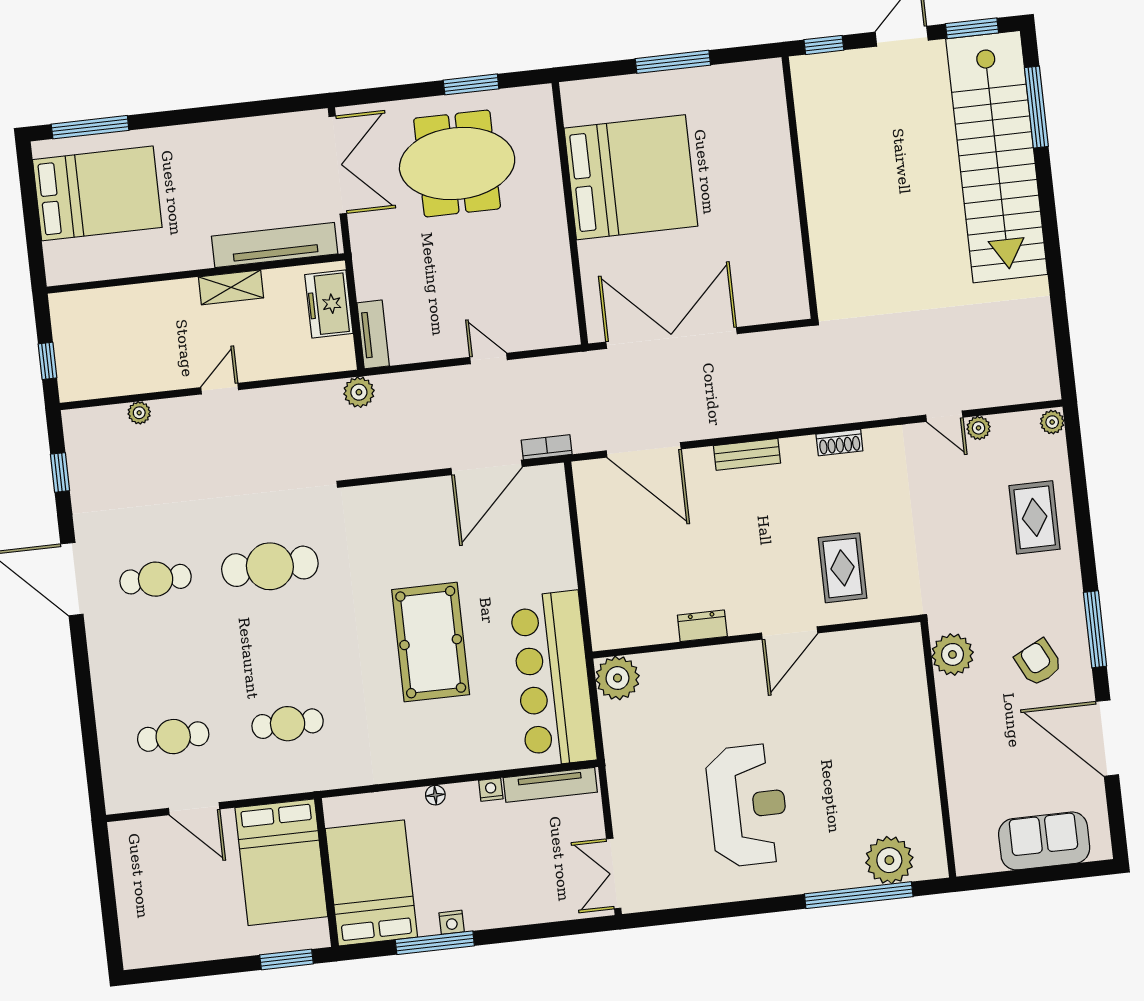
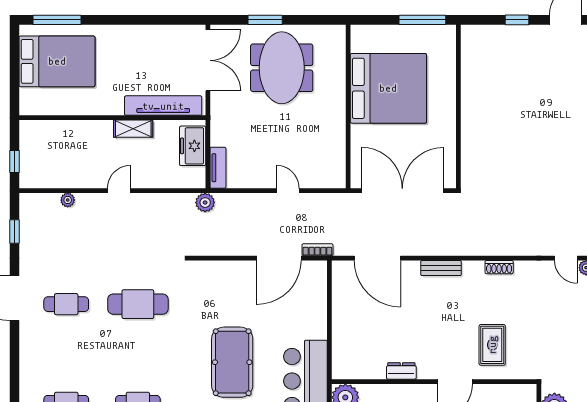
window: (471, 84) -> (265, 20), moved
meeting table: (457, 163) -> (282, 68), turned 90
wall: (800, 188) -> (458, 106), moved

